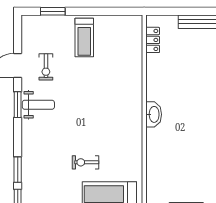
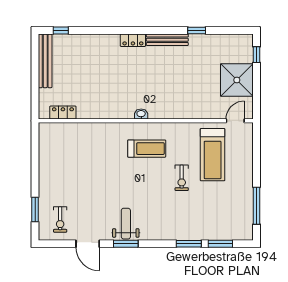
treadmill: (84, 38) -> (147, 149), moved
exercise bike: (46, 67) -> (60, 219), moved, turned 90
washbasin: (154, 114) -> (141, 114), width x0.52, depth x0.69

